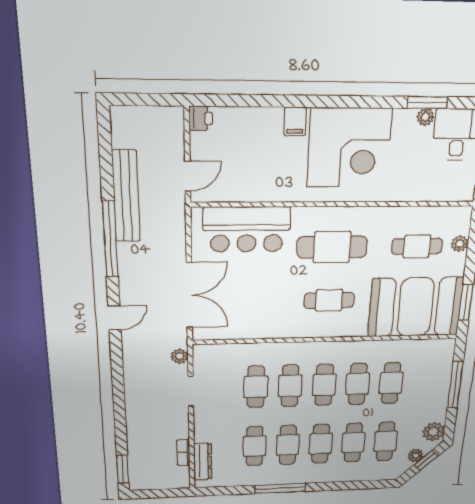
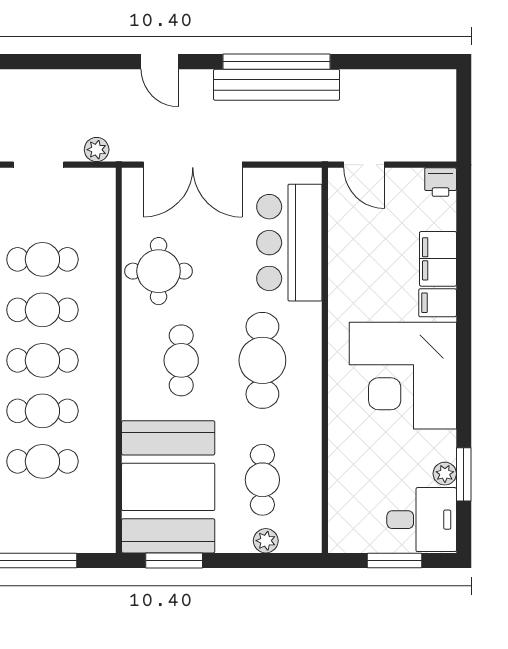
filing cabinet: (261, 121) -> (438, 259), added
bench: (126, 196) -> (277, 85), moved
round table: (266, 316) -> (159, 271), added

